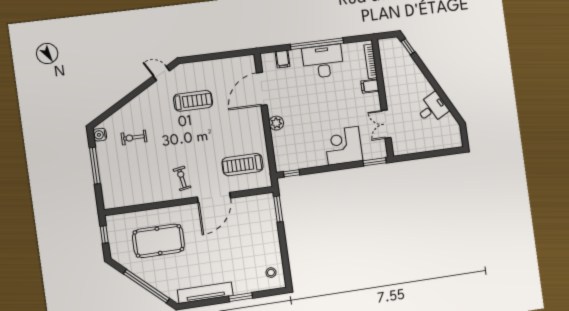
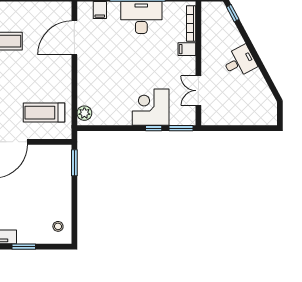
desk: (432, 108) -> (240, 62), moved
plant: (276, 123) -> (84, 113), moved
window: (292, 173) -> (154, 128), moved

